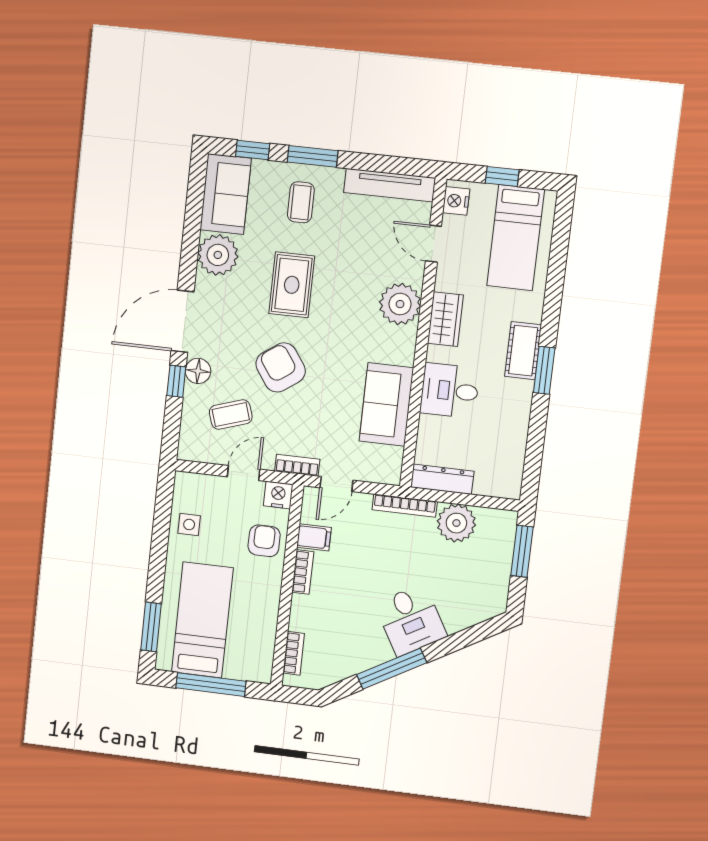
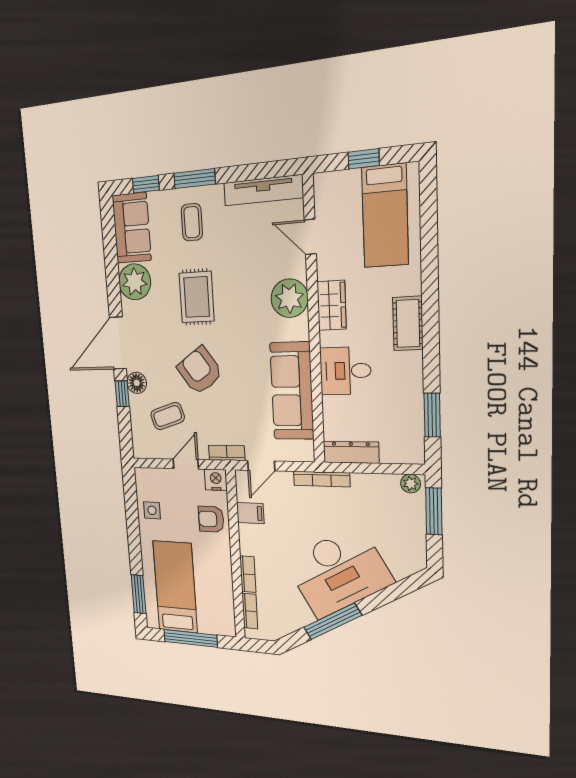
nightstand: (456, 201) -> (325, 192), removed
window: (544, 370) -> (432, 415), moved
sofa: (386, 404) -> (292, 391), width x1.36
plant: (456, 523) -> (411, 484), moved, width x0.53, depth x0.53
armchair: (264, 541) -> (211, 519), turned -90
bookcase: (303, 572) -> (248, 574), moved
desk: (411, 620) -> (338, 572), width x1.87, depth x1.30

